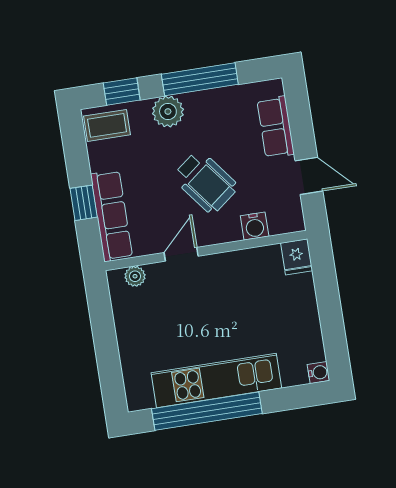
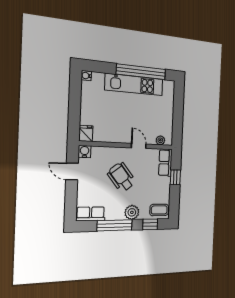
row of seats: (276, 127) -> (91, 214), moved, turned -90
row of seats: (111, 216) -> (165, 163), width x0.68
water cooler: (255, 226) -> (85, 152), moved
door: (181, 254) -> (139, 146), swing flipped

